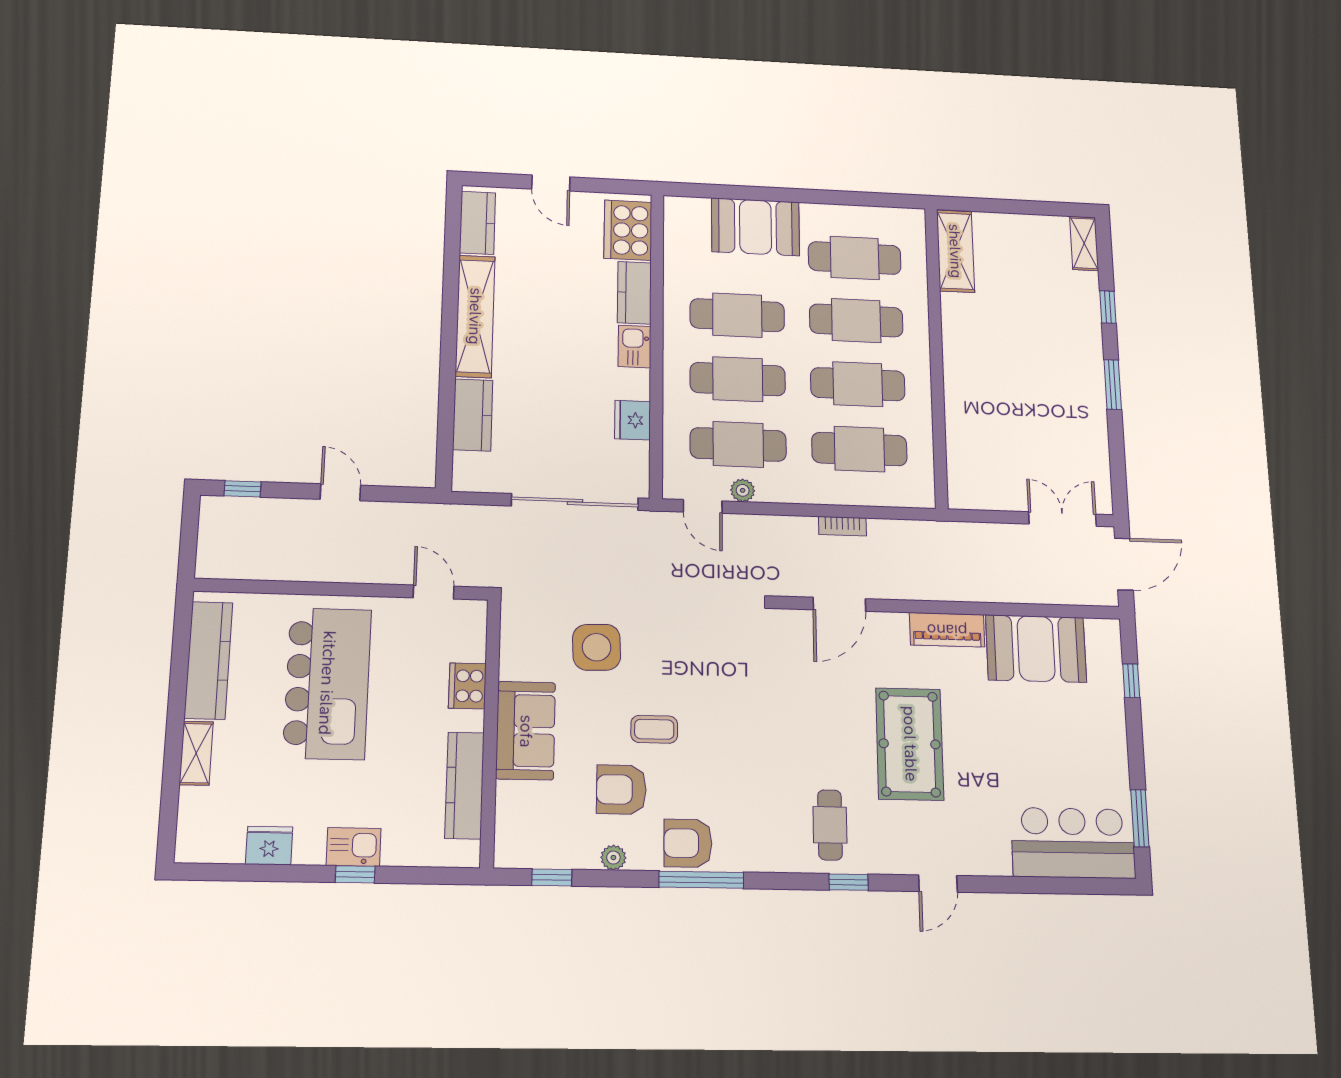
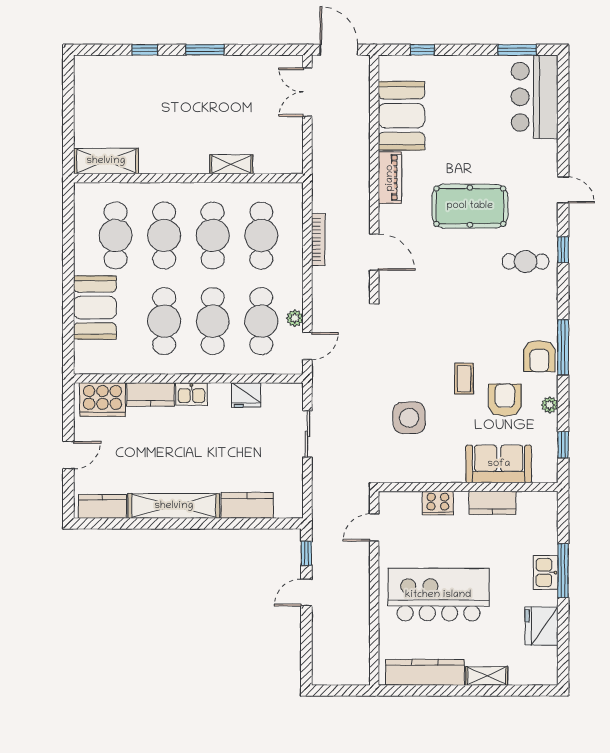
shelving: (1084, 243) -> (231, 164), moved
window: (243, 489) -> (306, 553), moved
sliding door: (575, 502) -> (307, 434), width x0.54
bookcase: (842, 526) -> (318, 239), width x1.56
sofa: (526, 731) -> (499, 464), moved
kitchen counter: (464, 785) -> (493, 503), width x0.67
armchair: (621, 790) -> (505, 400), turned 180
fridge: (269, 846) -> (541, 626), width x1.36, depth x1.34
window: (355, 874) -> (563, 571), width x2.17

